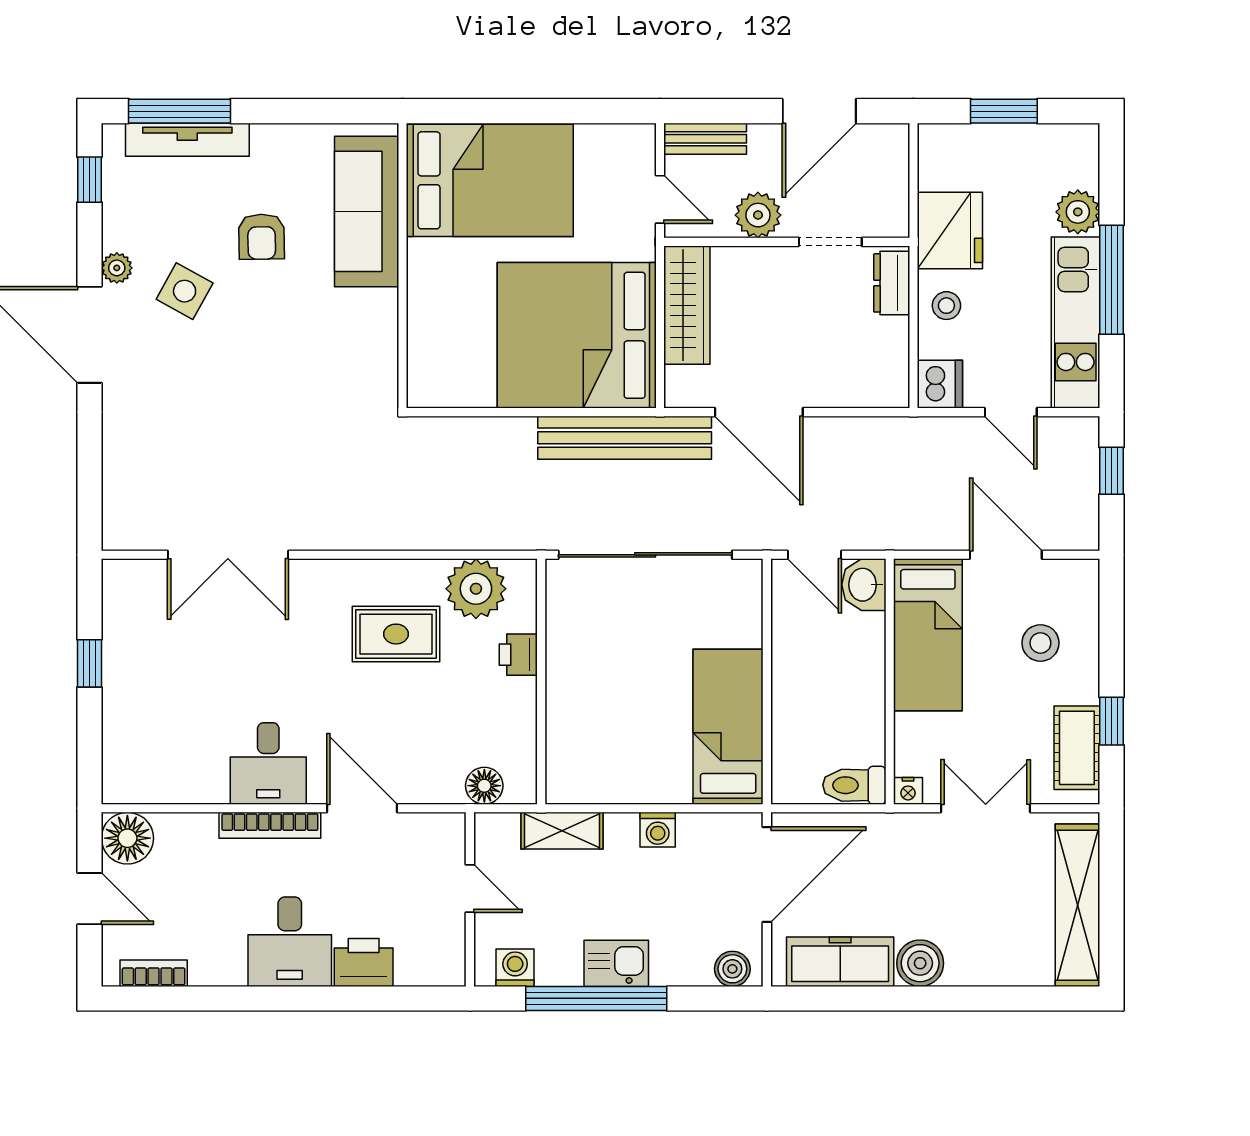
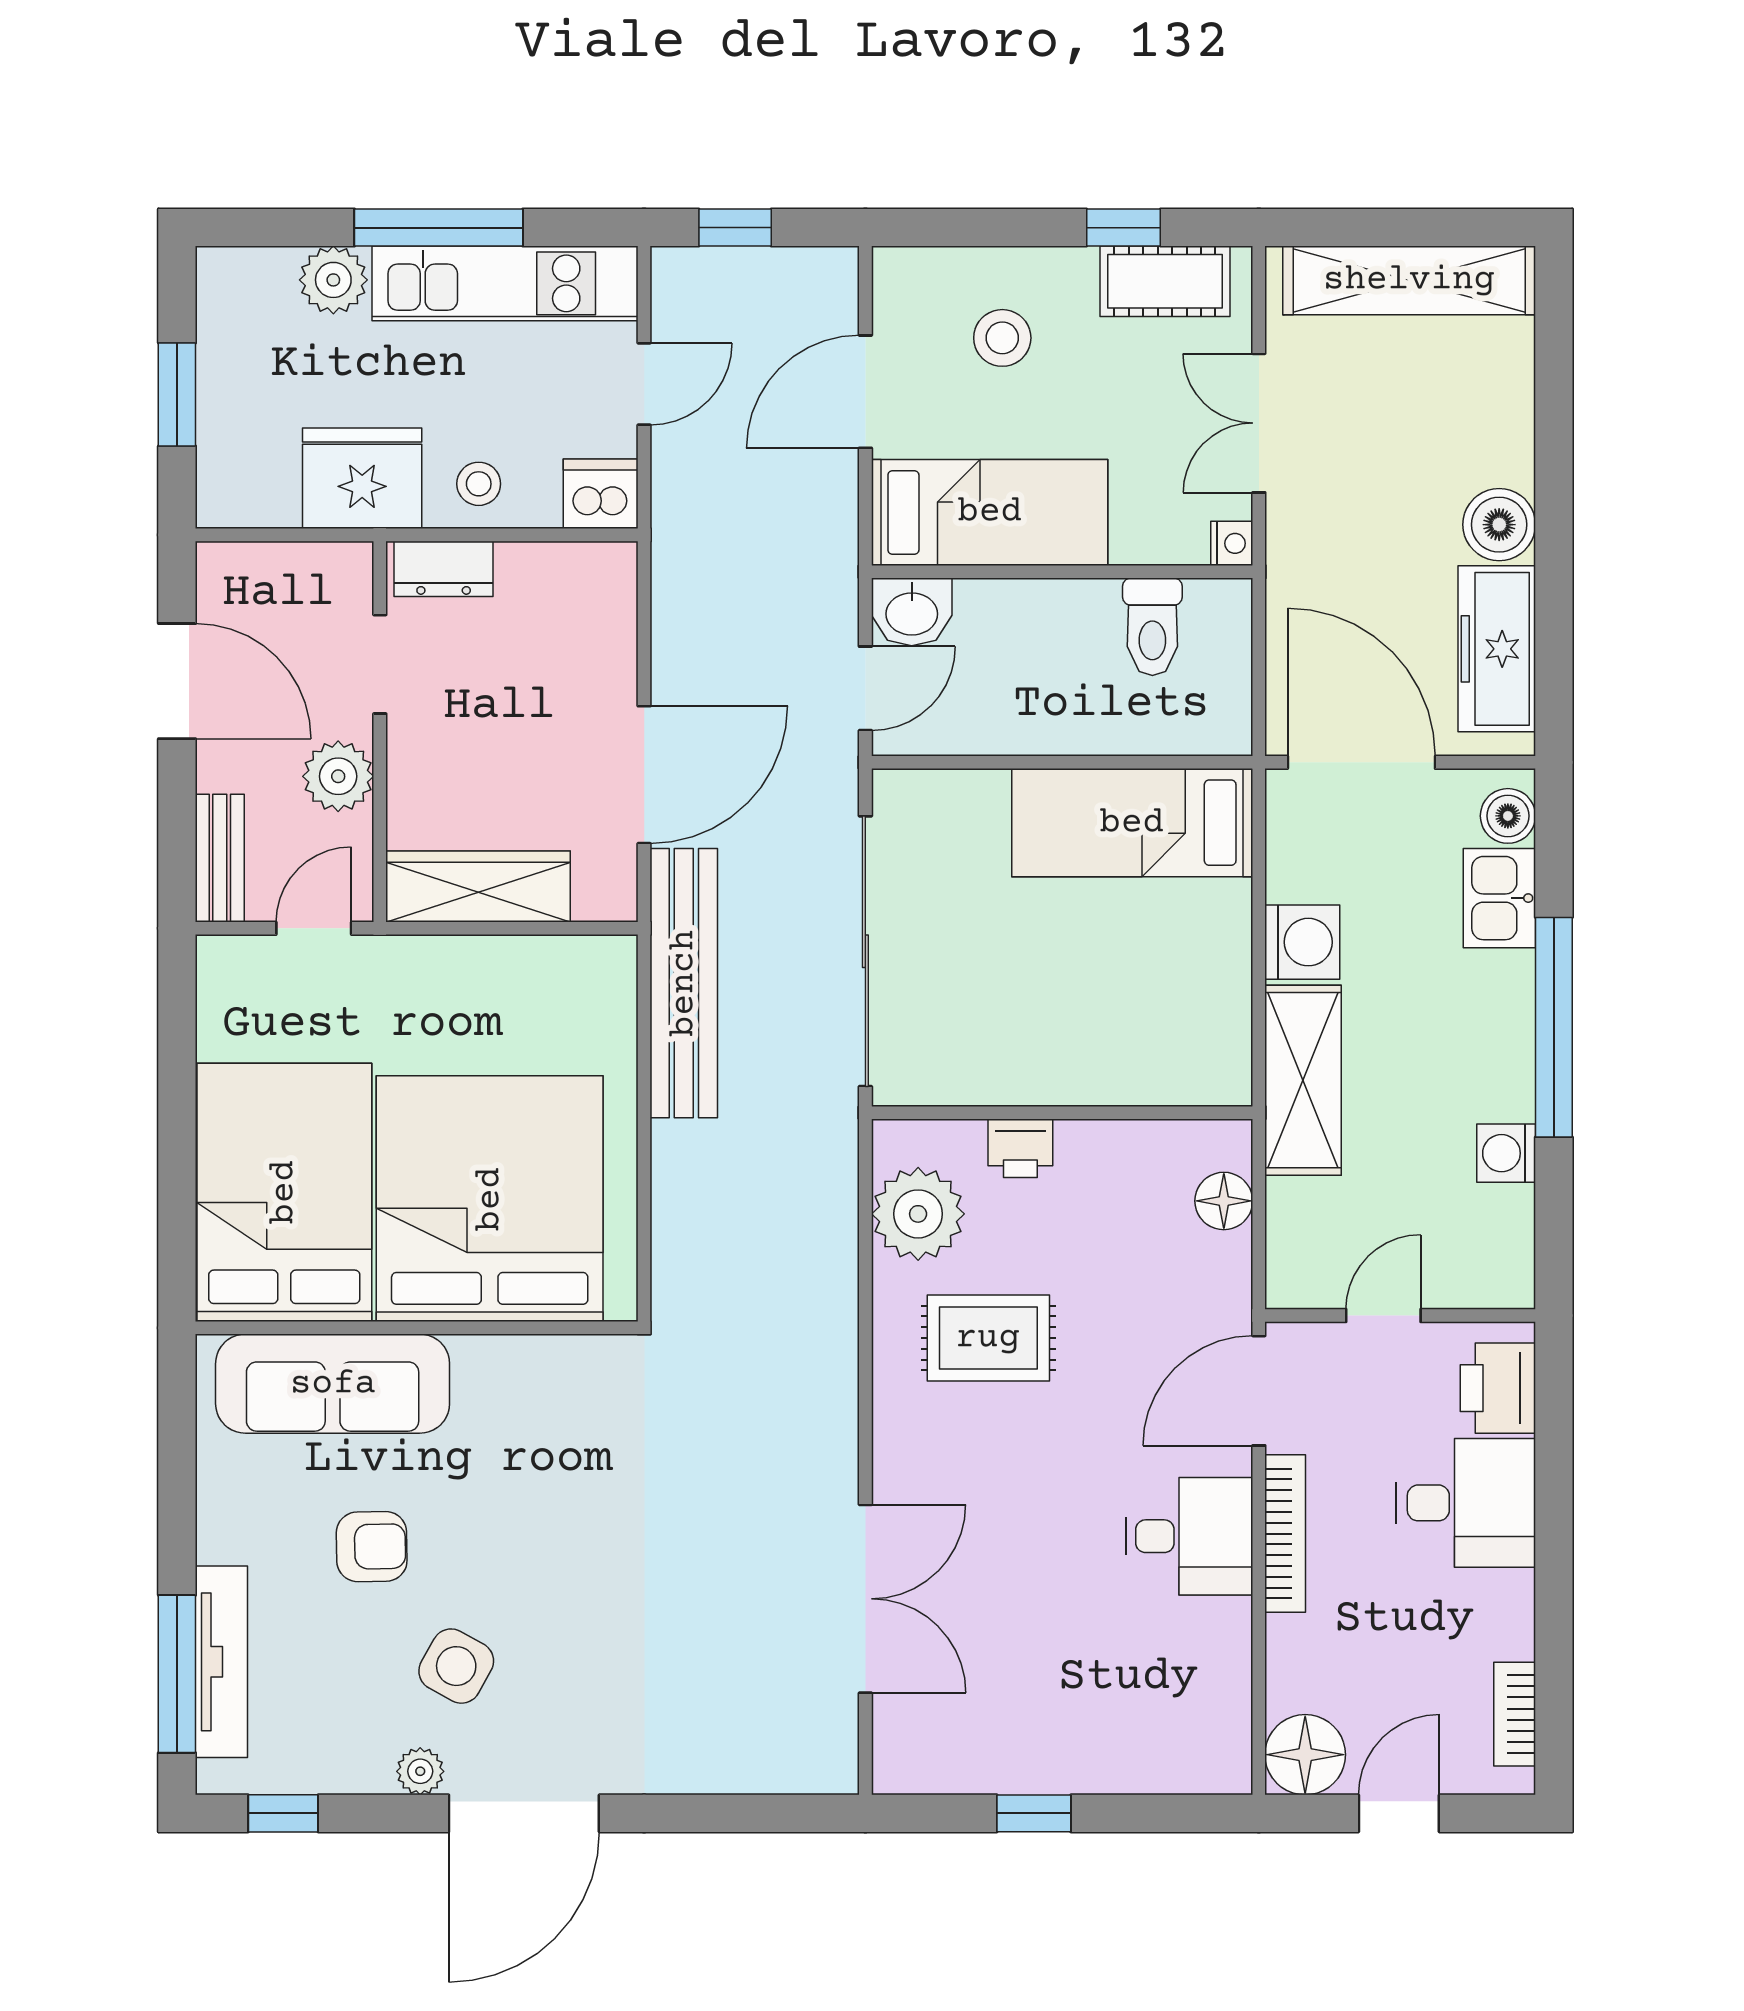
bed: (577, 335) -> (490, 1199), moved, turned 180
rug: (396, 634) -> (988, 1338), turned 90
toilet: (854, 785) -> (1152, 627), moved
washing machine: (658, 830) -> (1302, 942), width x1.38, depth x1.38
shelving: (562, 831) -> (1303, 1080), width x1.50, depth x1.33
door: (470, 889) -> (1383, 1316), moved
wall: (470, 899) -> (1400, 1316), moved
kitchen sink: (616, 963) -> (1499, 898), moved

